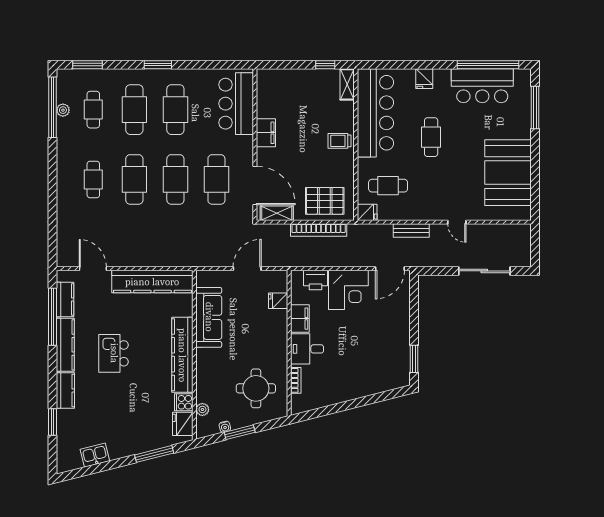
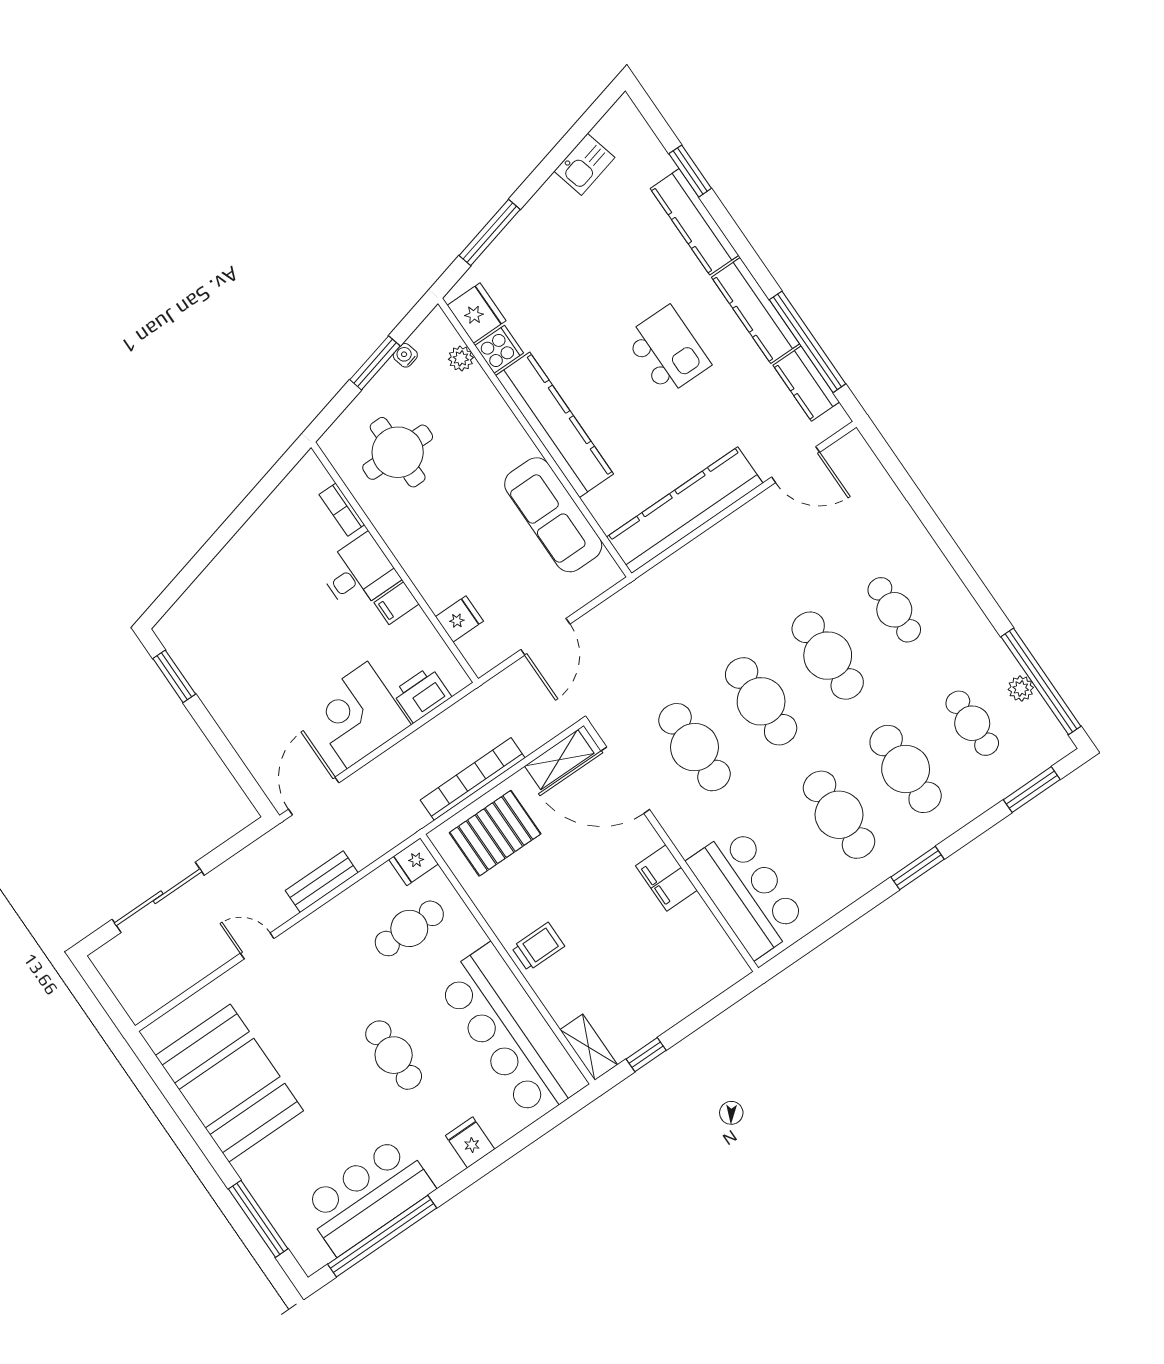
filing cabinet: (300, 319) -> (396, 603), width x0.50
kitchen counter: (65, 391) -> (694, 222), width x1.50

